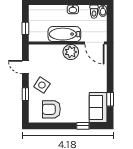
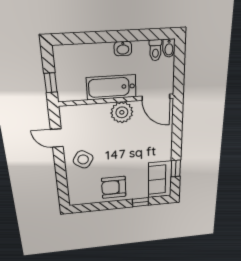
window: (25, 94) -> (61, 173), removed
armchair: (51, 109) -> (114, 187), moved

